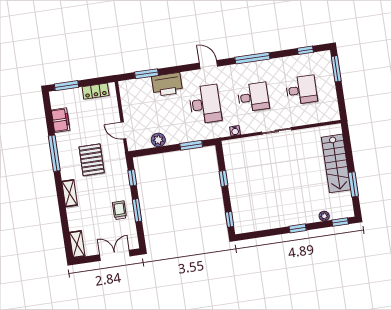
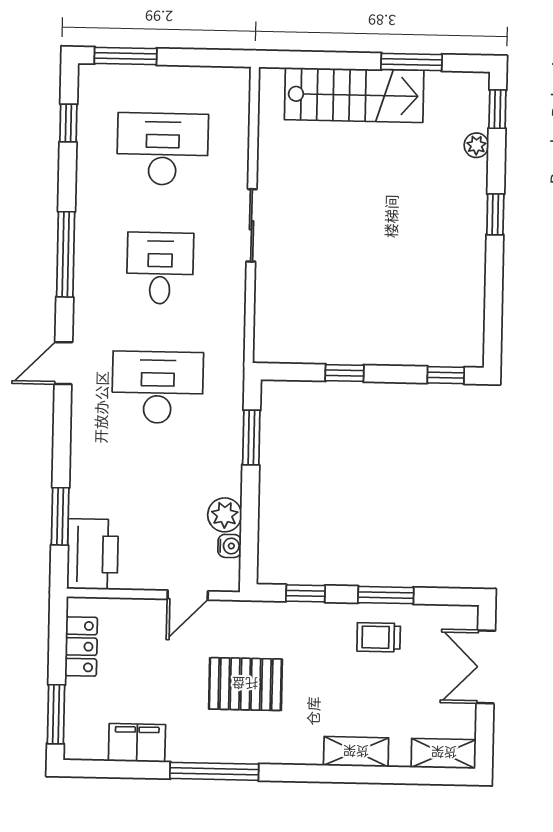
printer: (167, 84) -> (93, 554), moved
desk: (301, 90) -> (163, 149), width x1.37
water cooler: (235, 131) -> (229, 546), moved
shelving: (70, 193) -> (356, 752), moved

